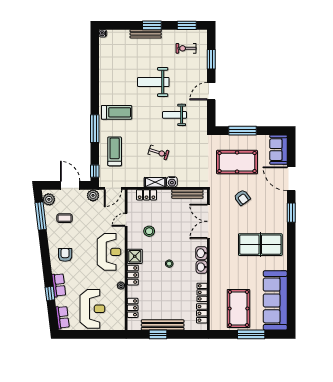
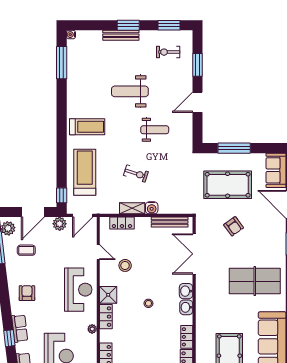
weight bench: (175, 115) -> (155, 130), turned 180
window: (95, 129) -> (62, 63), moved
treadmill: (115, 151) -> (85, 172), width x1.37, depth x1.37
door: (70, 185) -> (33, 212), swing flipped
door: (126, 220) -> (98, 252), swing flipped

